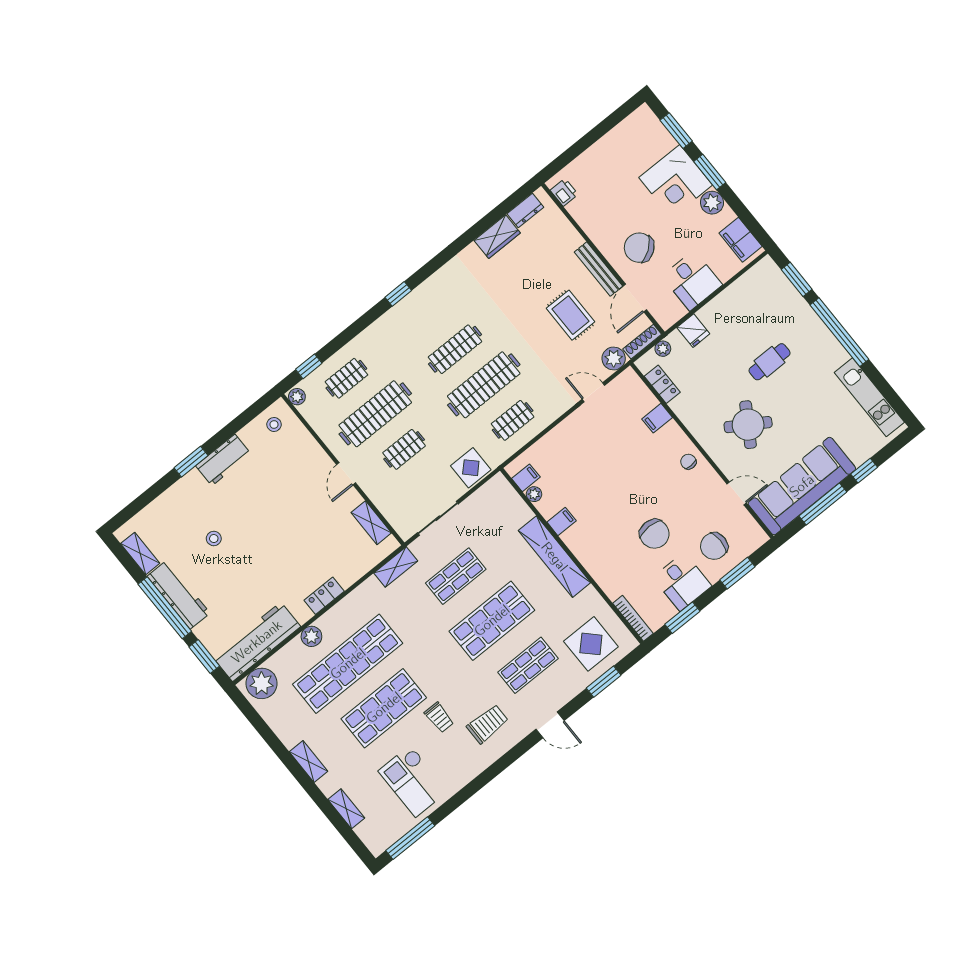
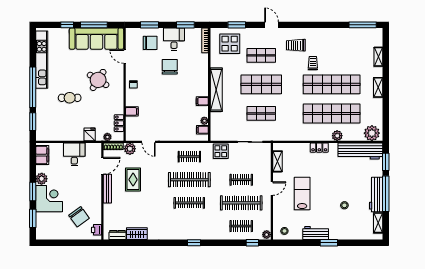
chair: (639, 248) -> (79, 217), moved
kitchen unit: (869, 397) -> (42, 60), width x1.36
lab bench: (293, 504) -> (302, 194), added
shelving: (396, 567) -> (282, 136), removed
shop shelf: (384, 708) -> (332, 84), width x1.40
checkout: (413, 781) -> (343, 46), removed

